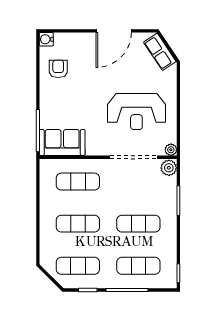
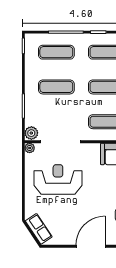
door: (114, 31) -> (91, 246), moved

